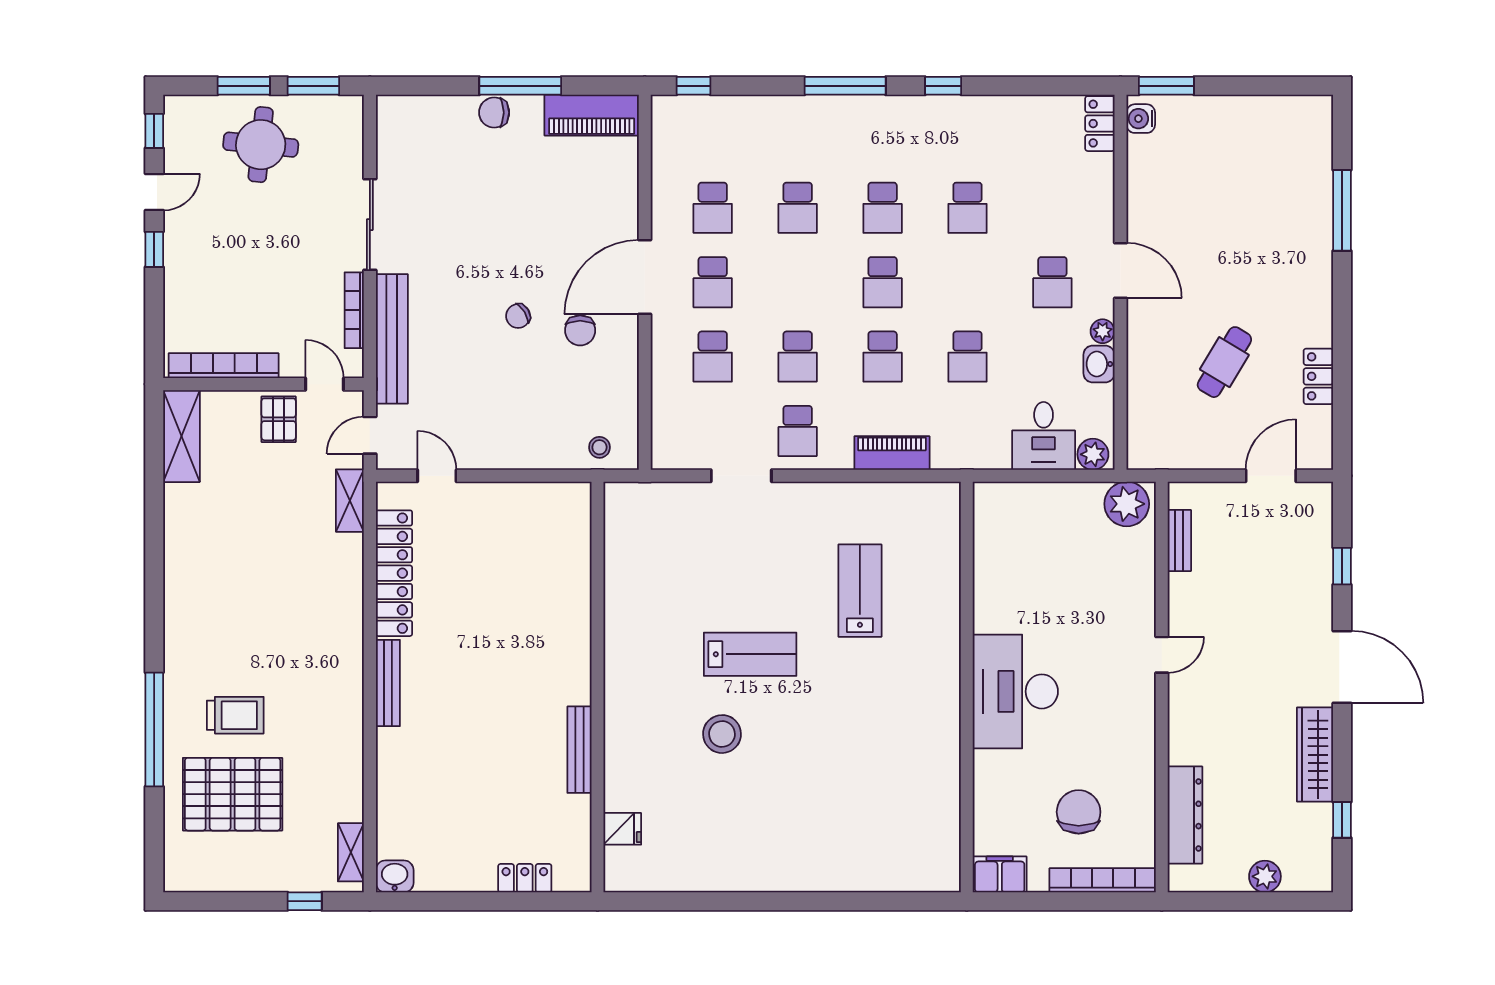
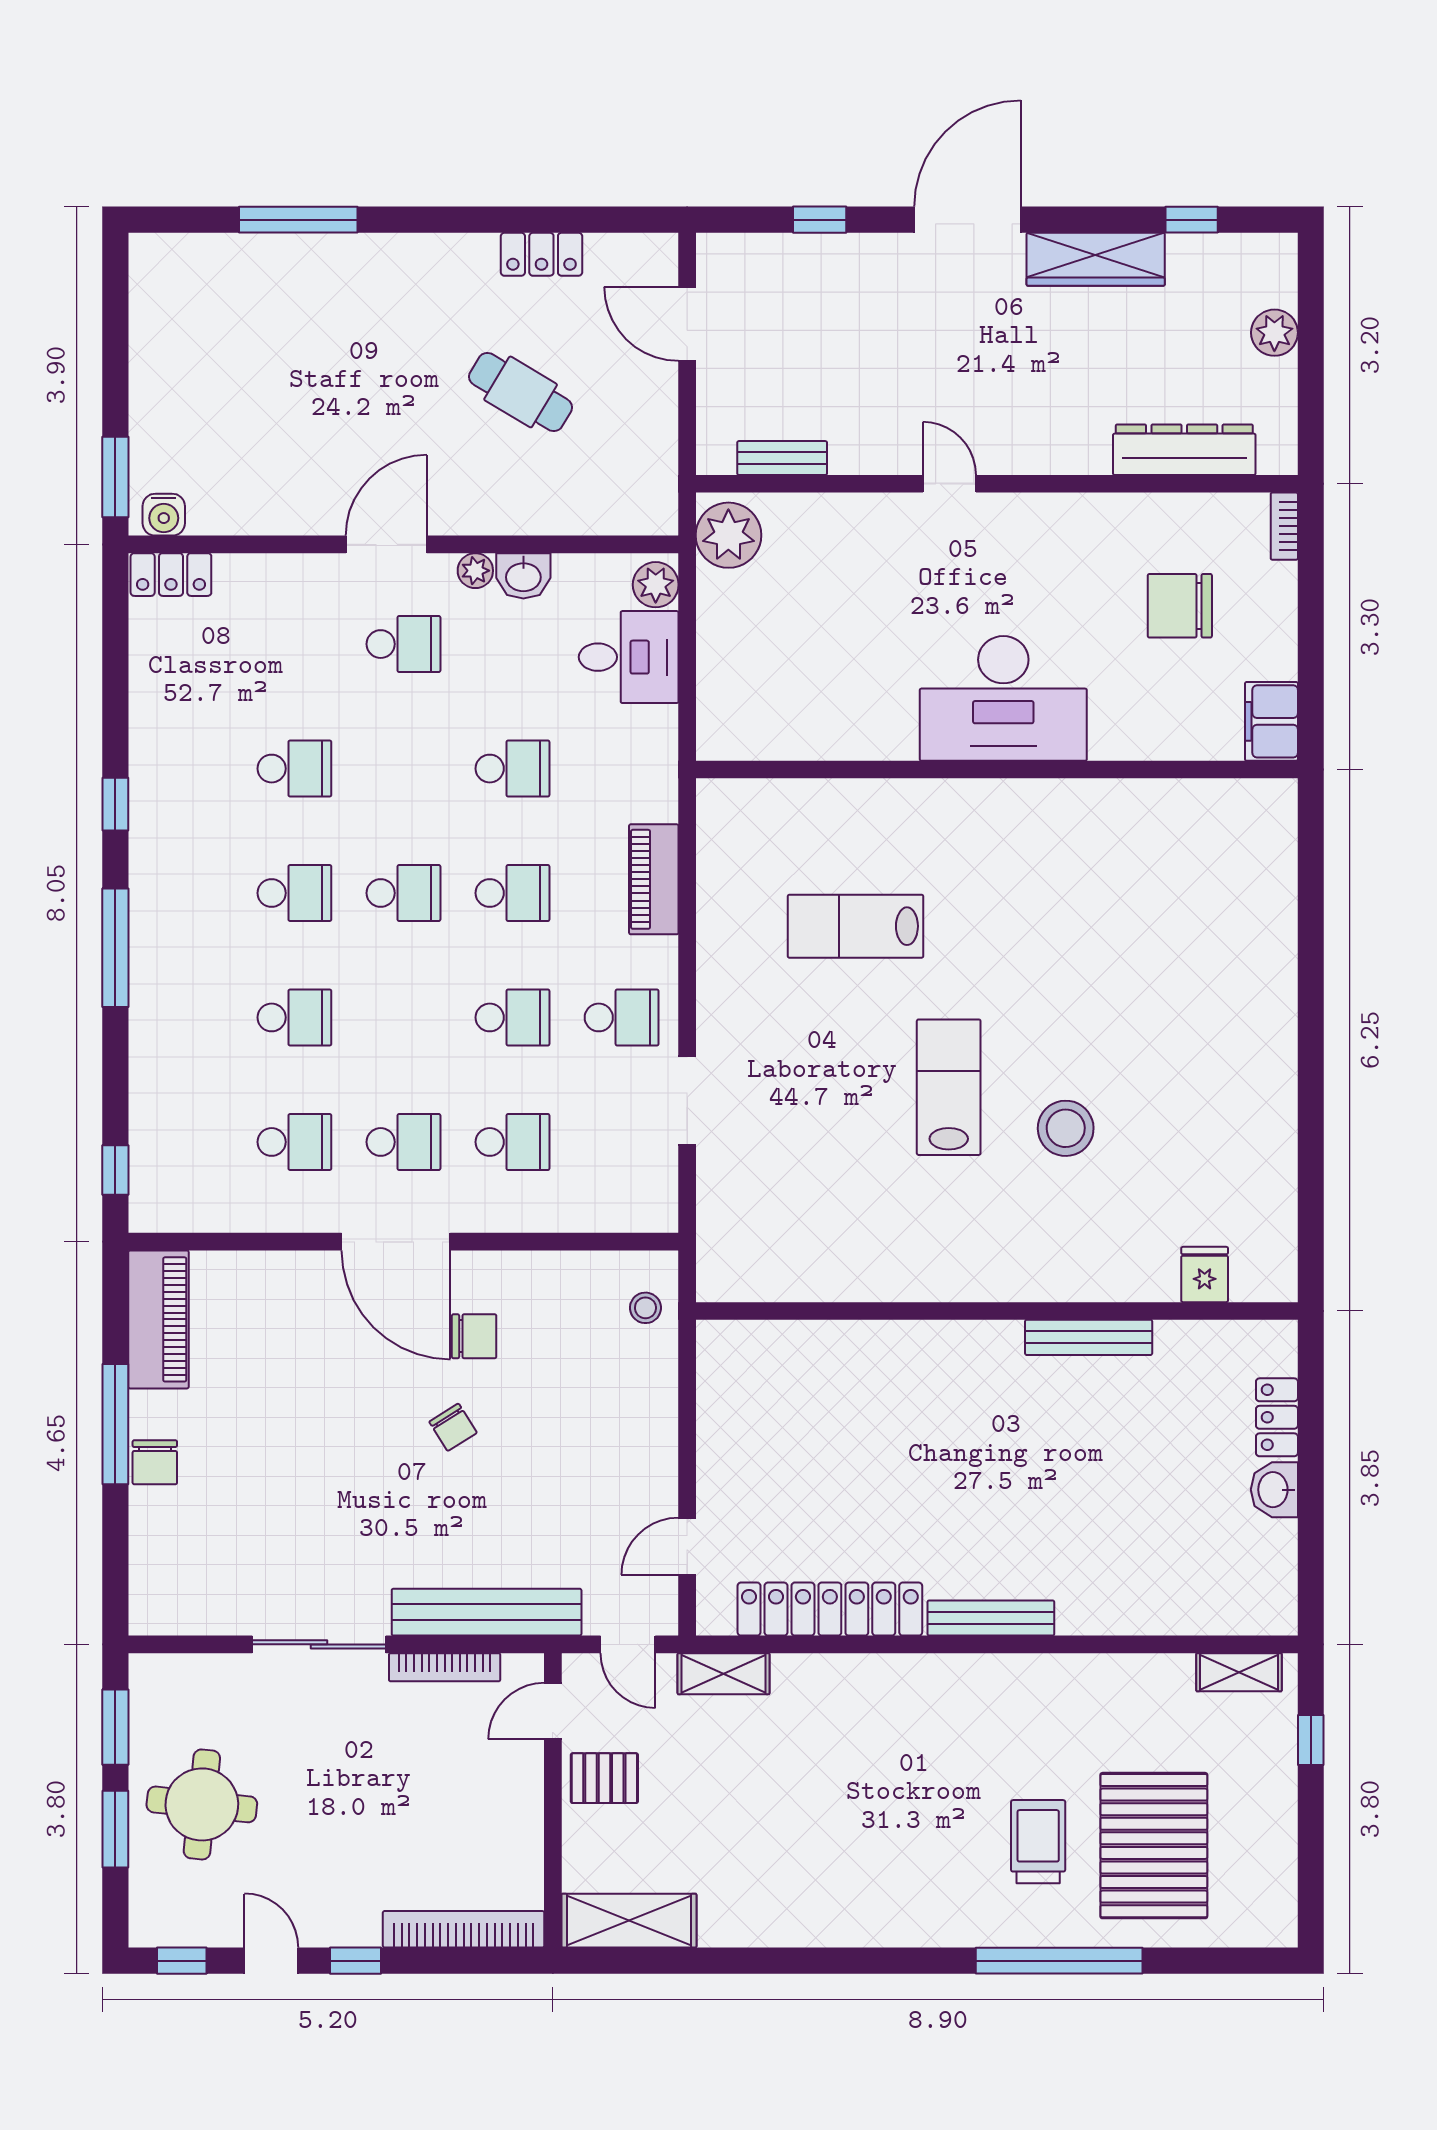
bookcase: (224, 366) -> (464, 1929), moved, turned 90
washbasin: (395, 876) -> (1274, 1490), moved
bookcase: (1103, 880) -> (1284, 526), width x0.43, depth x0.76

